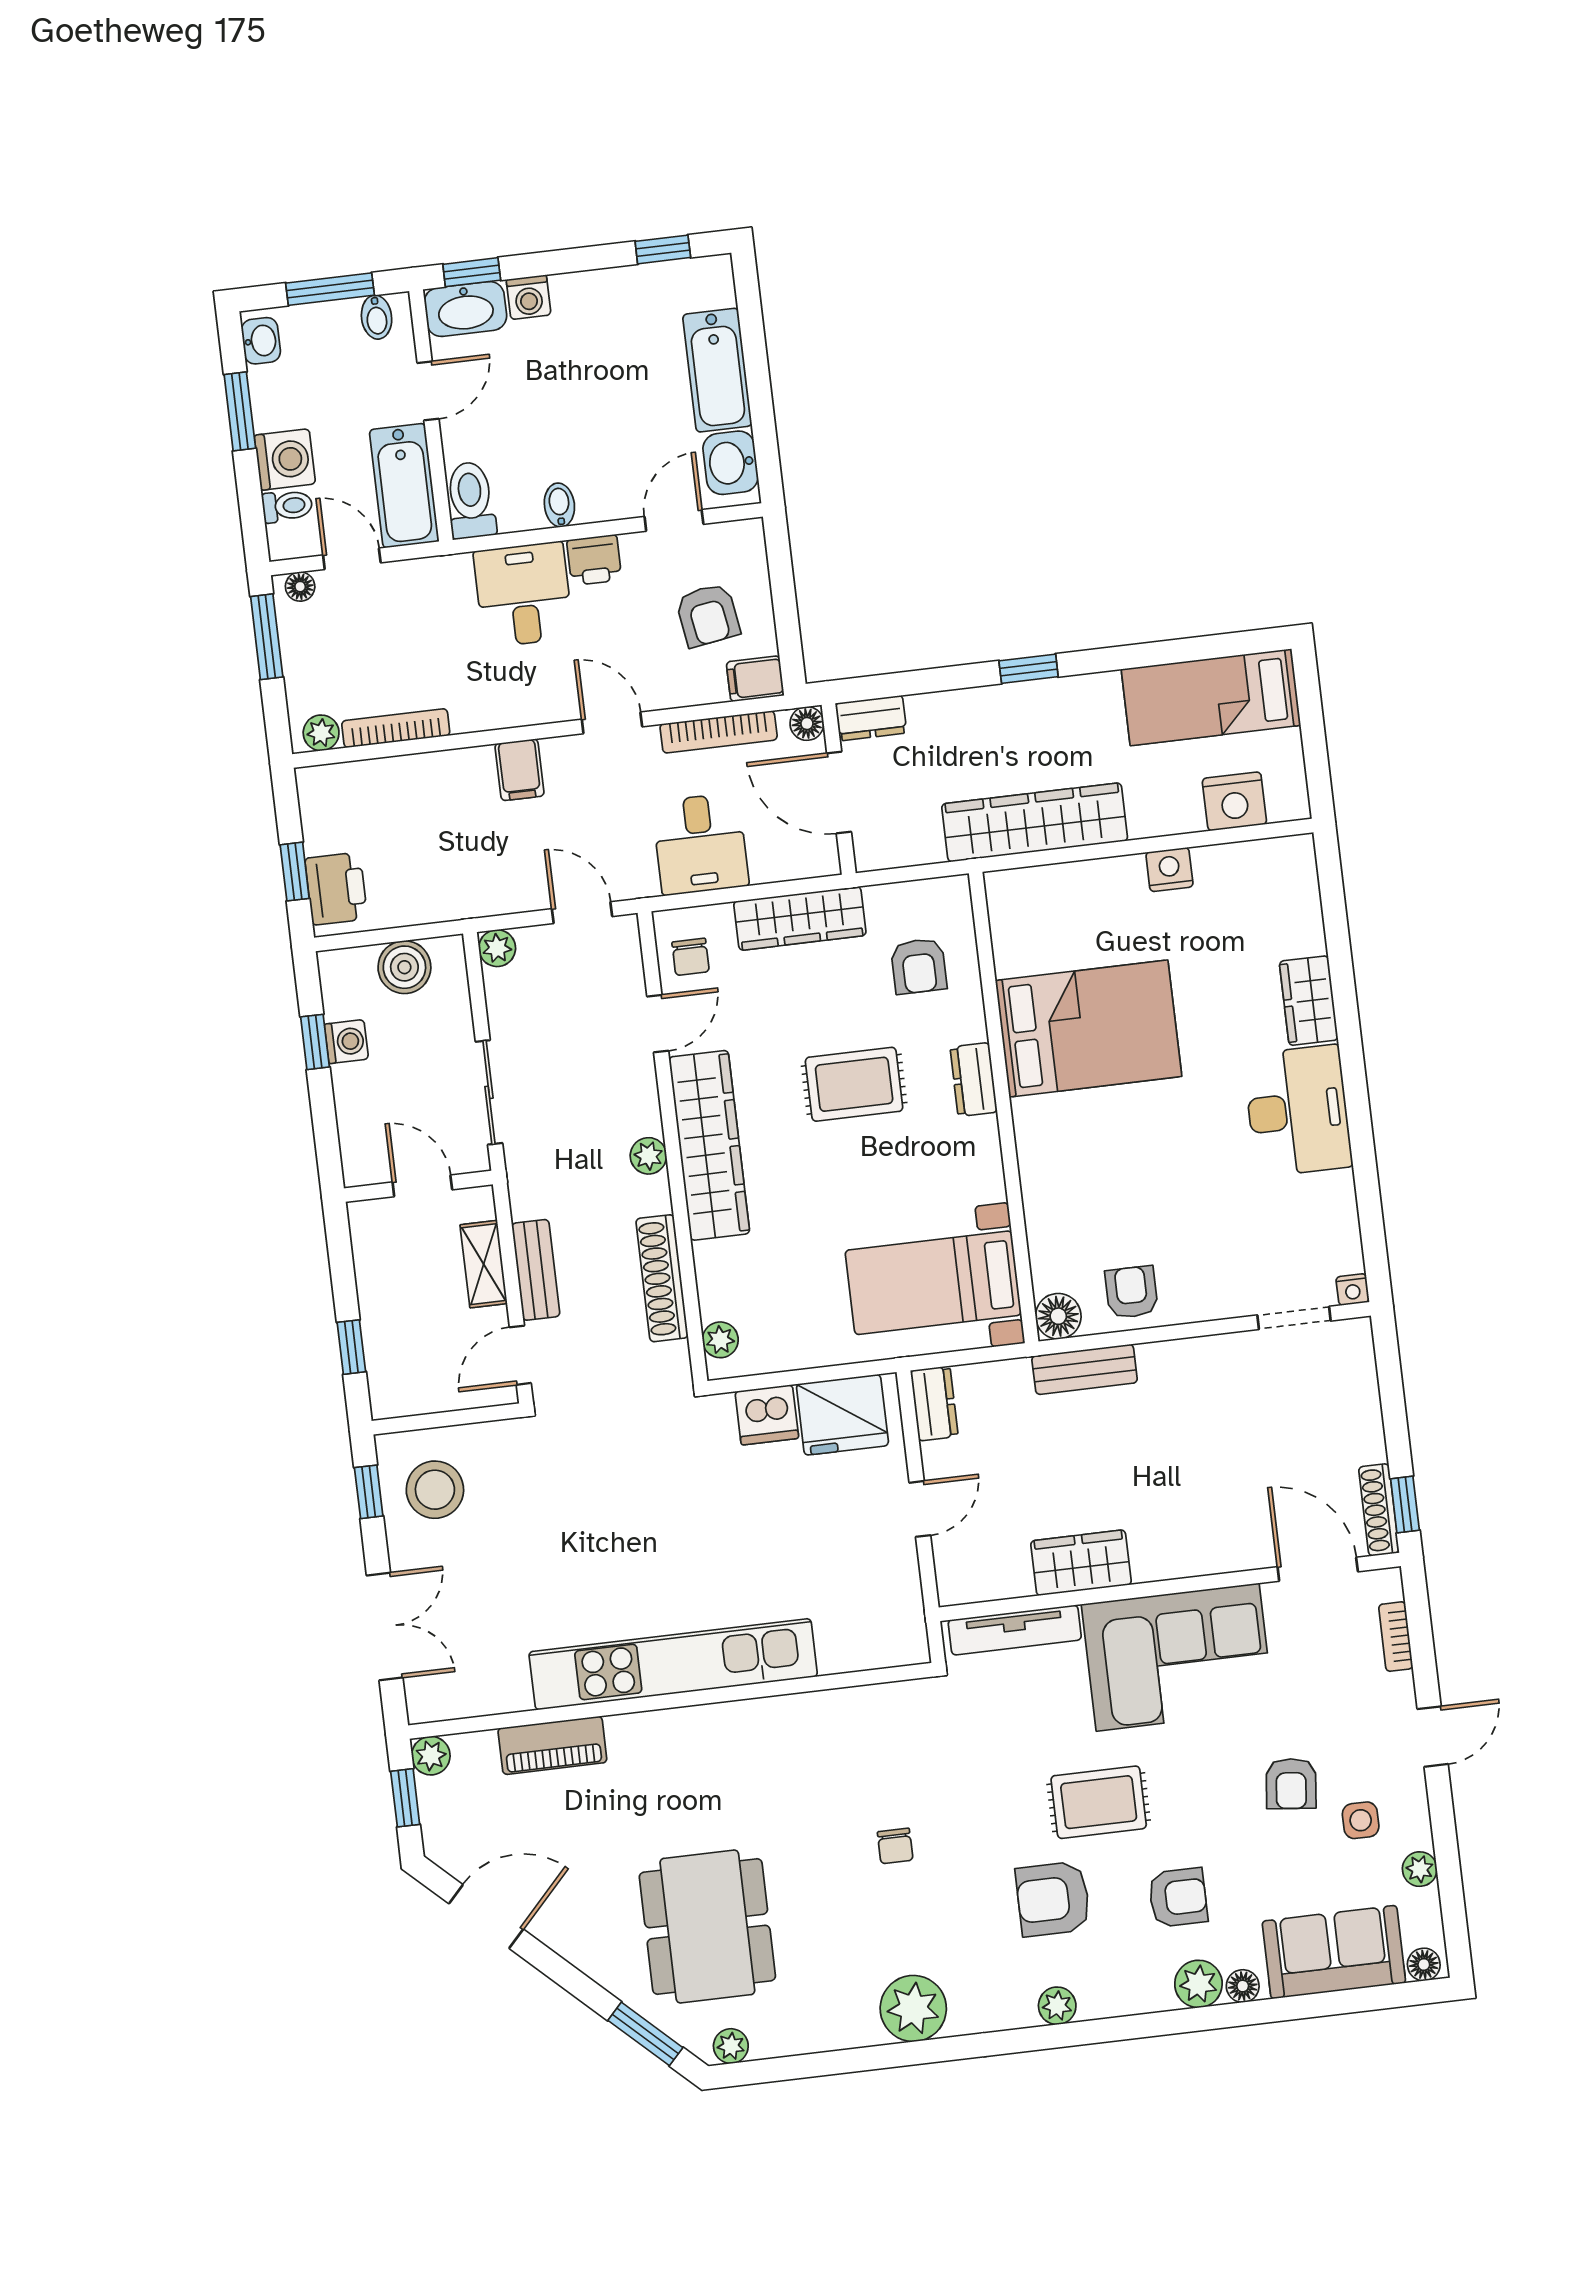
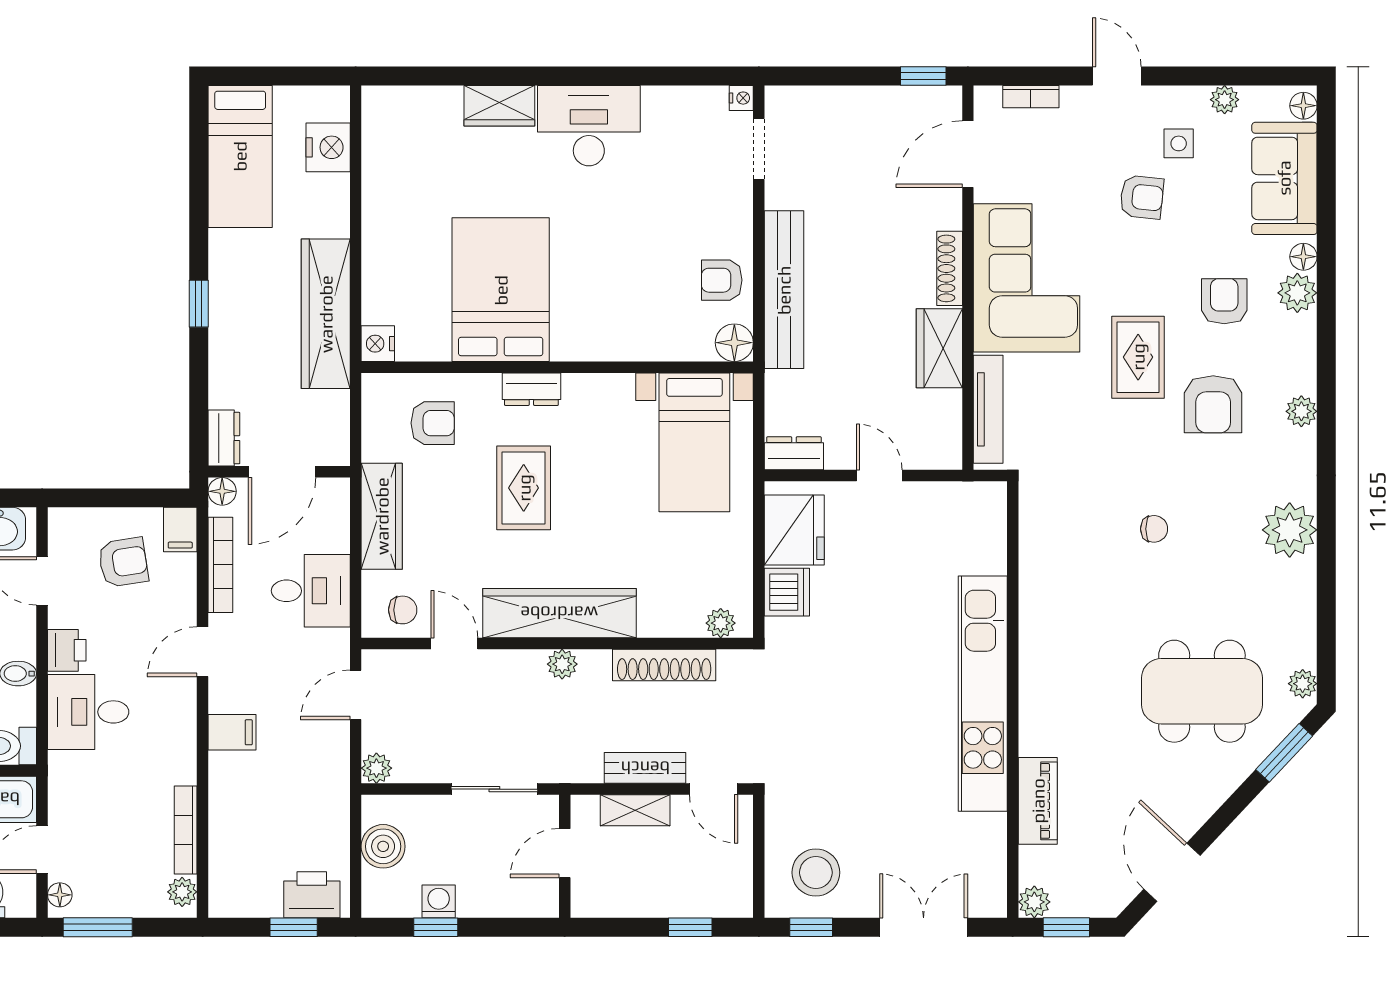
nightstand: (1169, 869) -> (378, 344), moved
bench: (1085, 1369) -> (784, 290), width x1.86, depth x1.21
shoe rack: (1379, 1510) -> (950, 268), moved, turned 90

